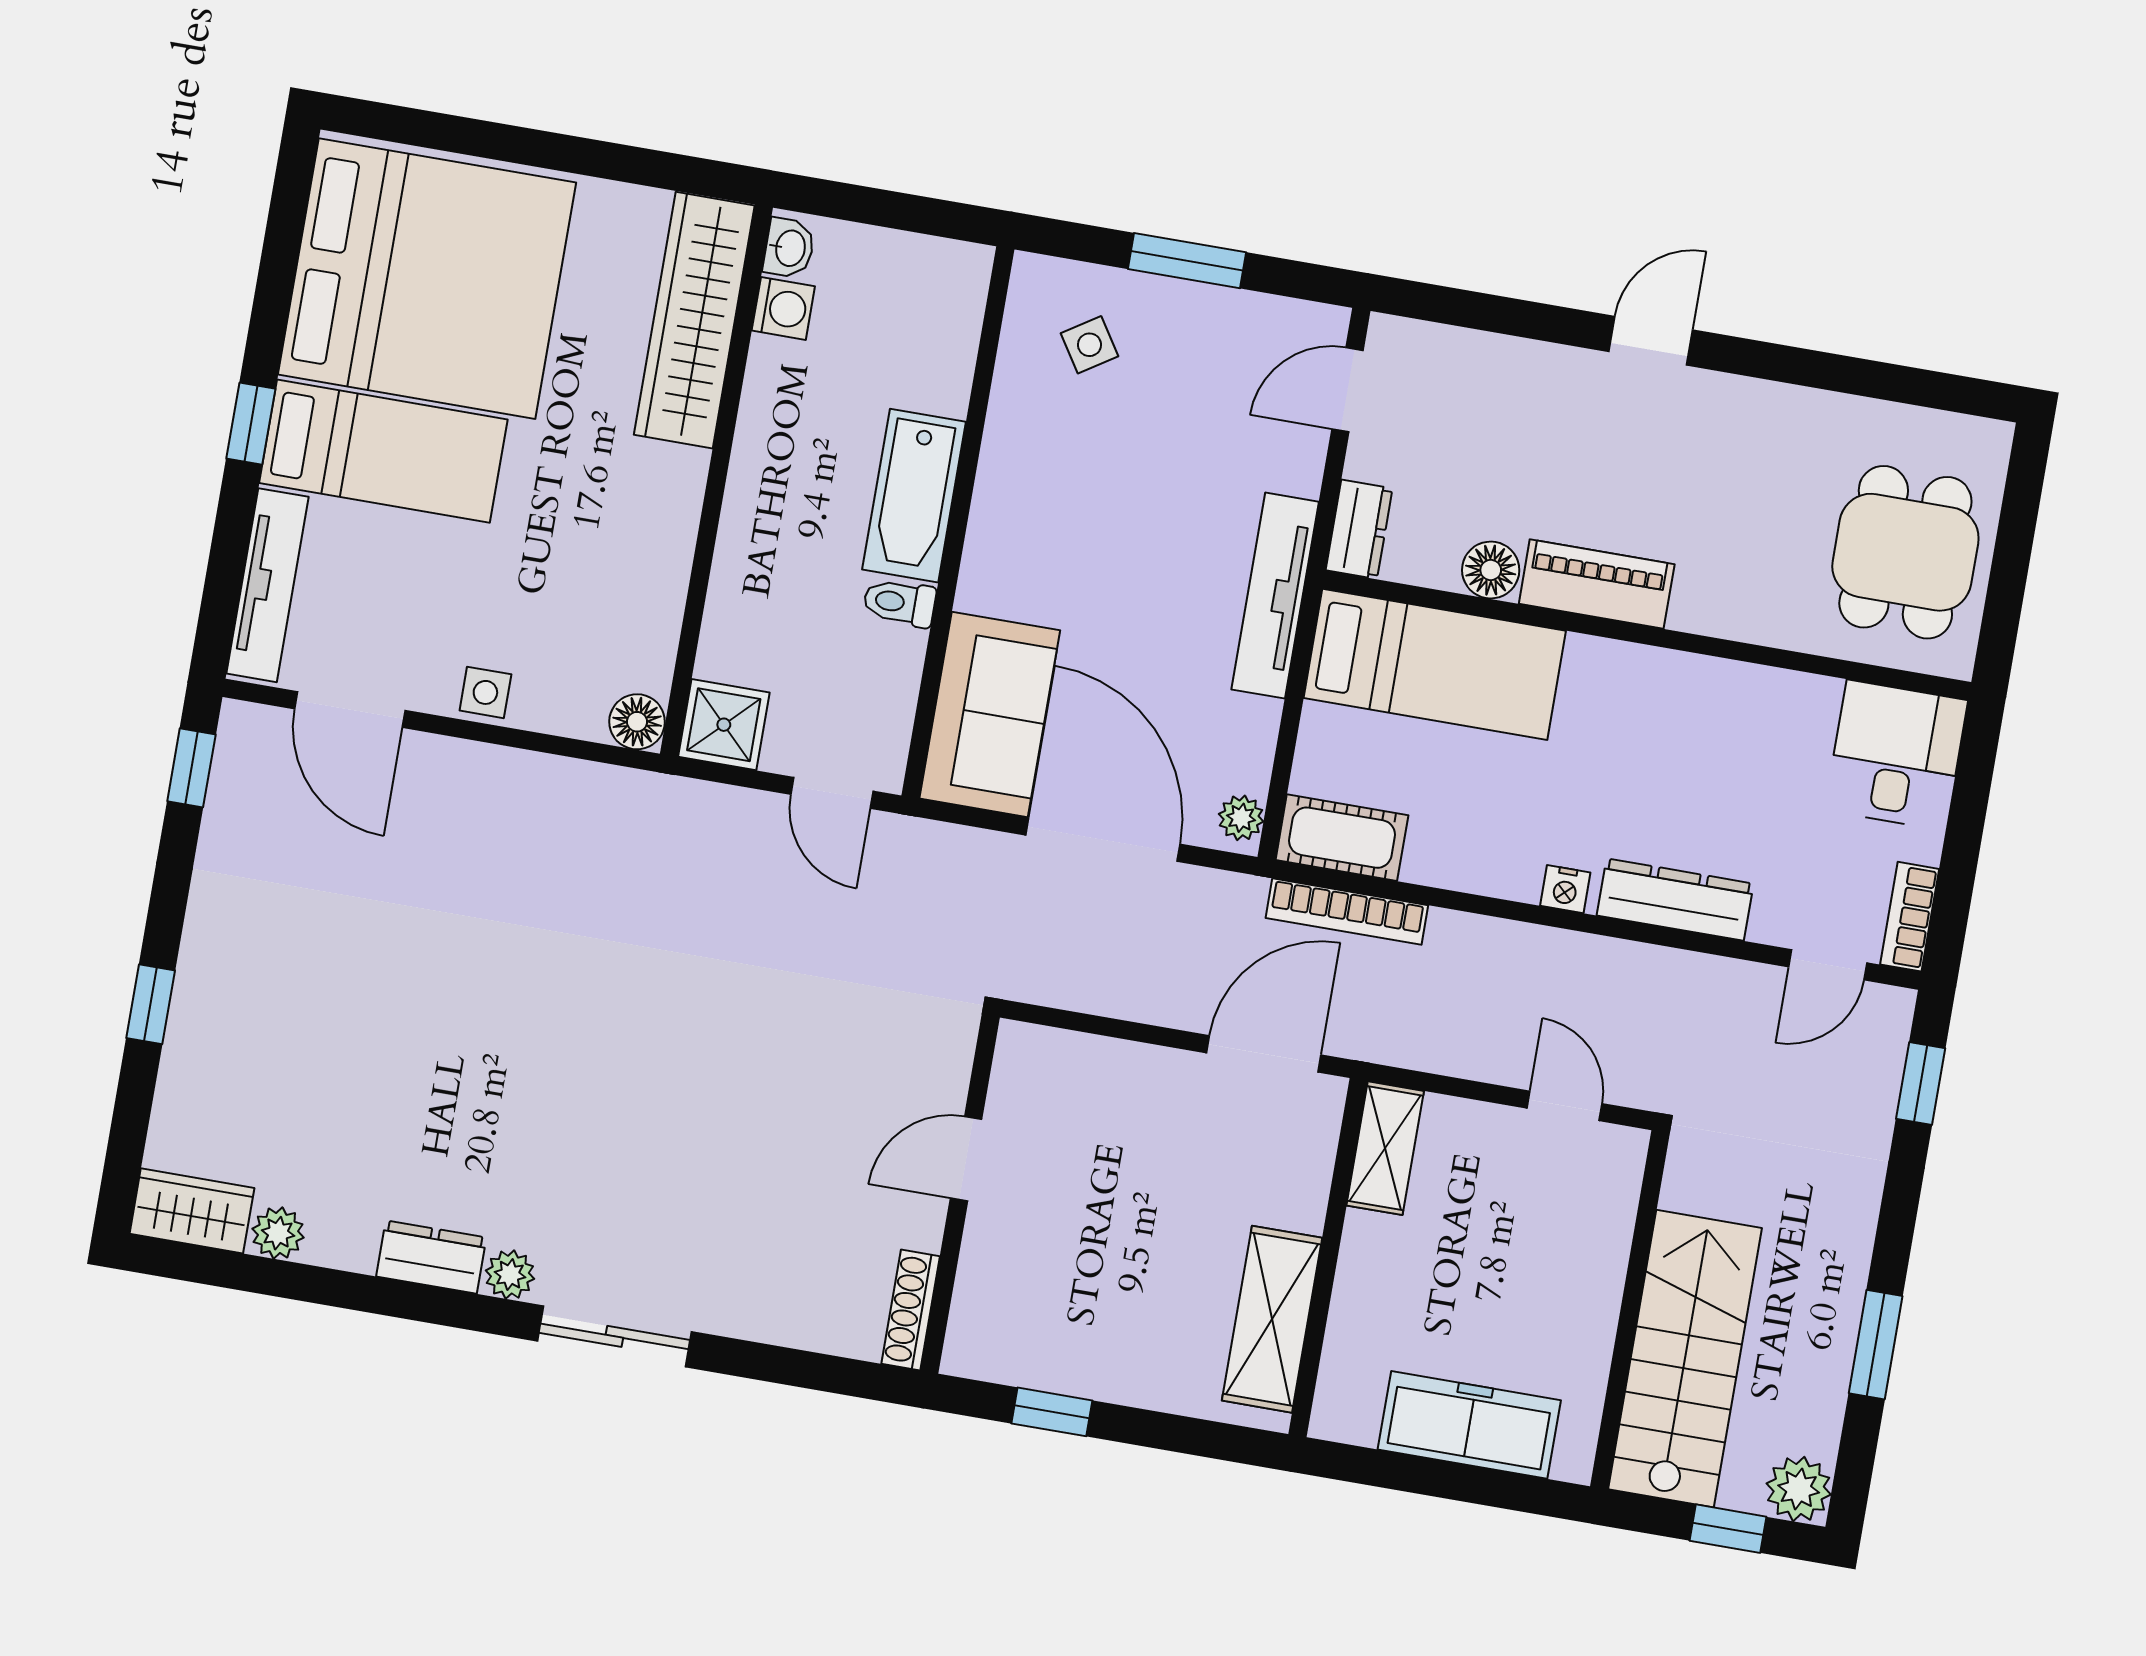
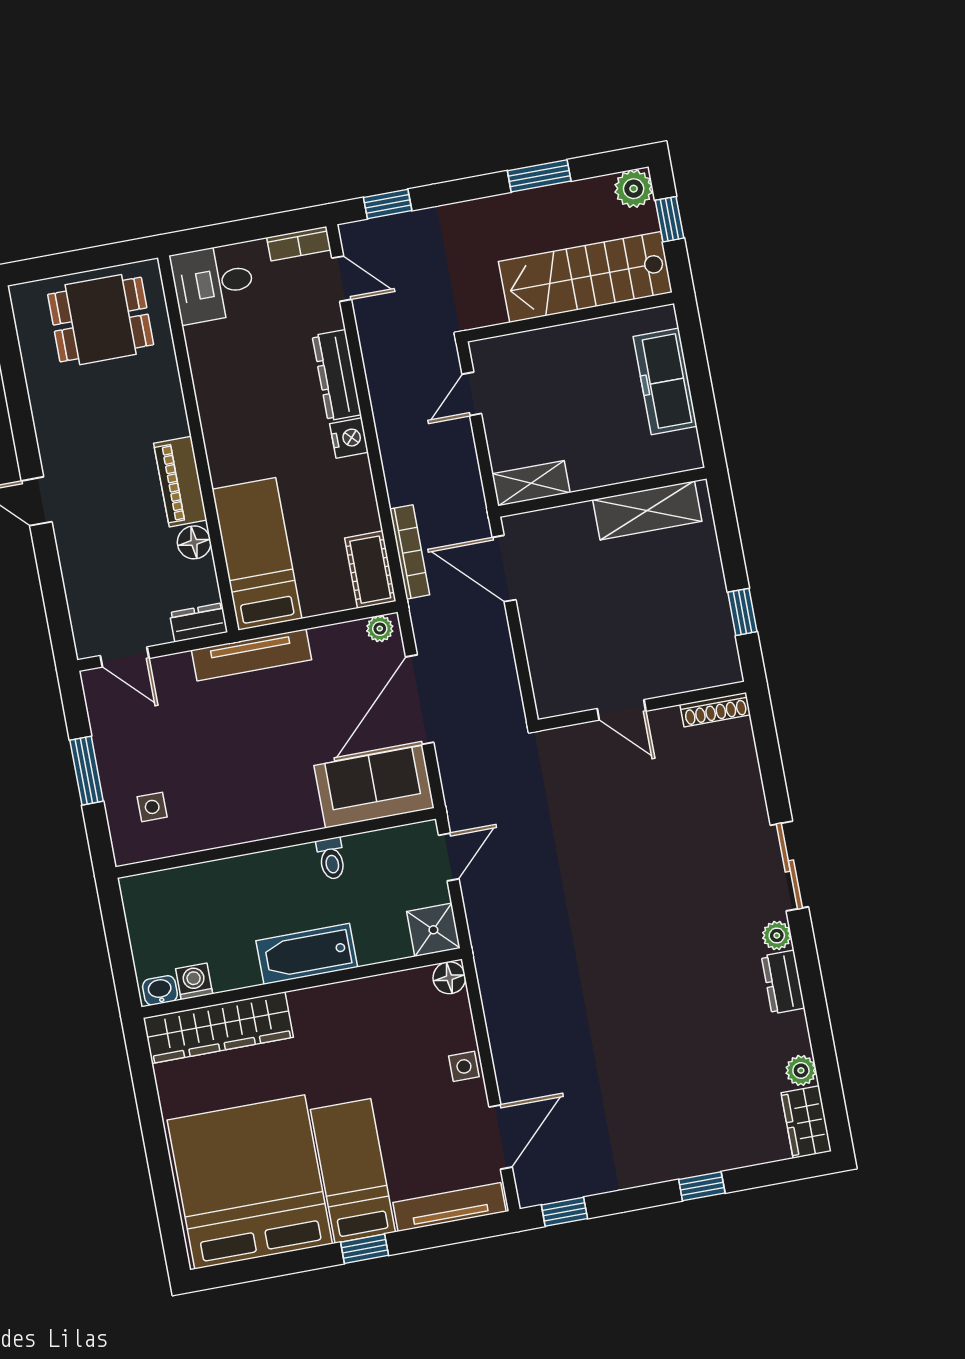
side table: (1089, 345) -> (152, 807), turned 33
bathtub: (914, 496) -> (307, 954), moved, turned 180
nightstand: (1565, 889) -> (349, 438), width x1.39, depth x1.35

